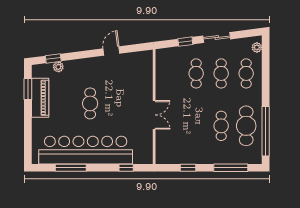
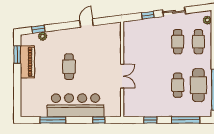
cafe table: (196, 73) -> (157, 42), removed
bar counter: (86, 150) -> (76, 105), width x0.73

